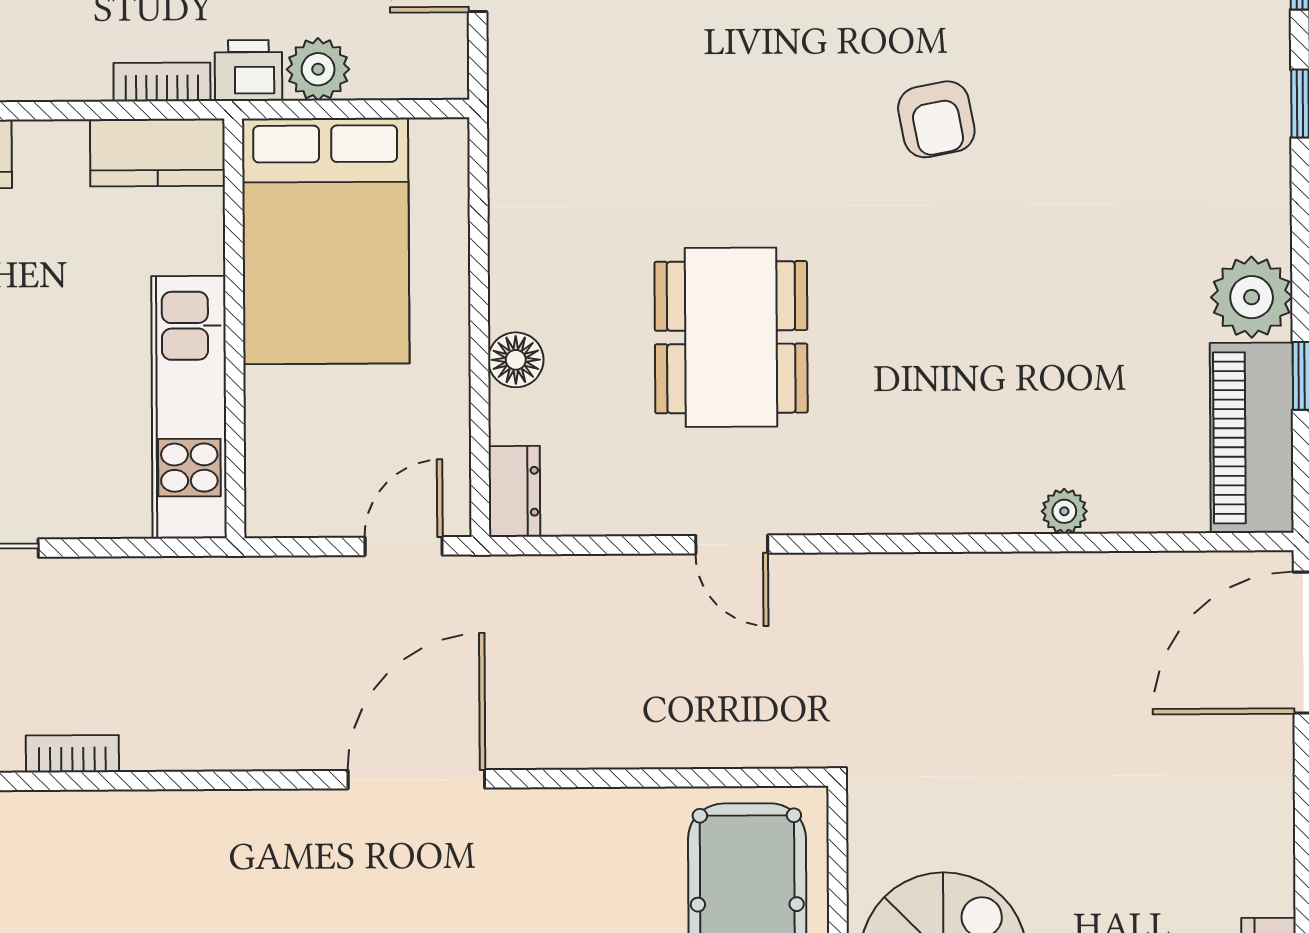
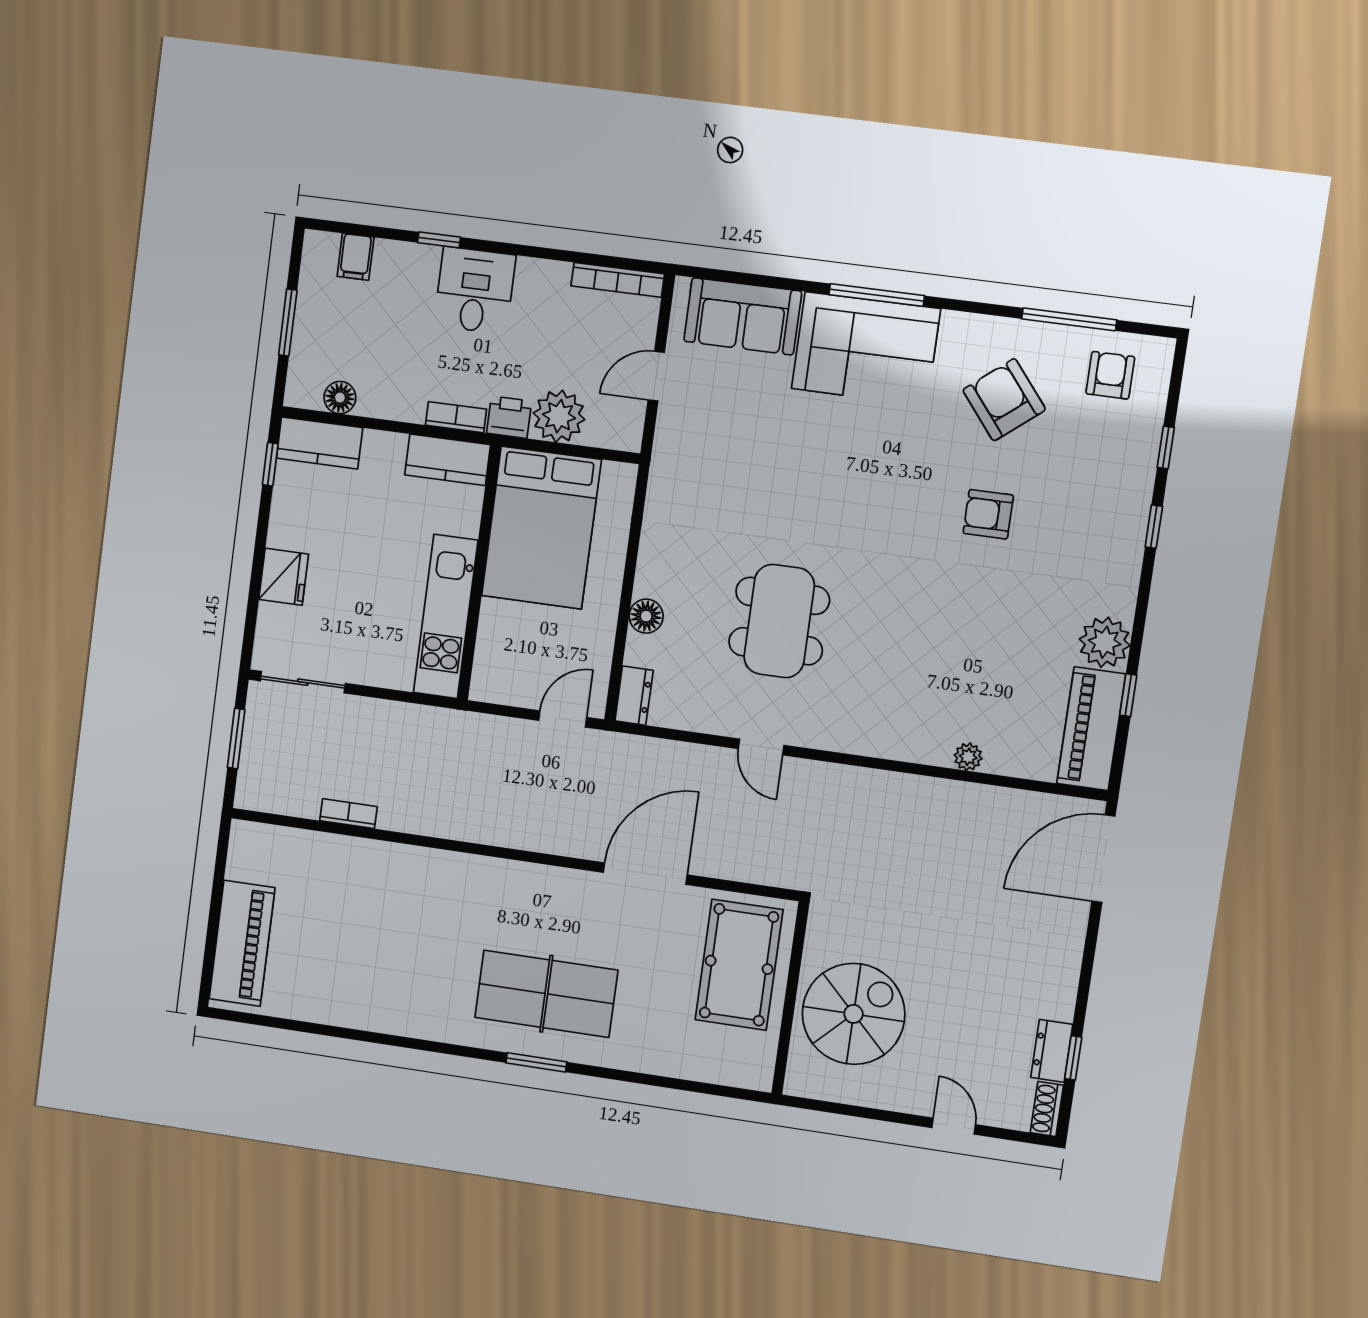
plant: (318, 69) -> (559, 416), width x1.36, depth x1.36
armchair: (936, 119) -> (988, 514), moved, turned 101
door: (416, 779) -> (645, 874), moved

